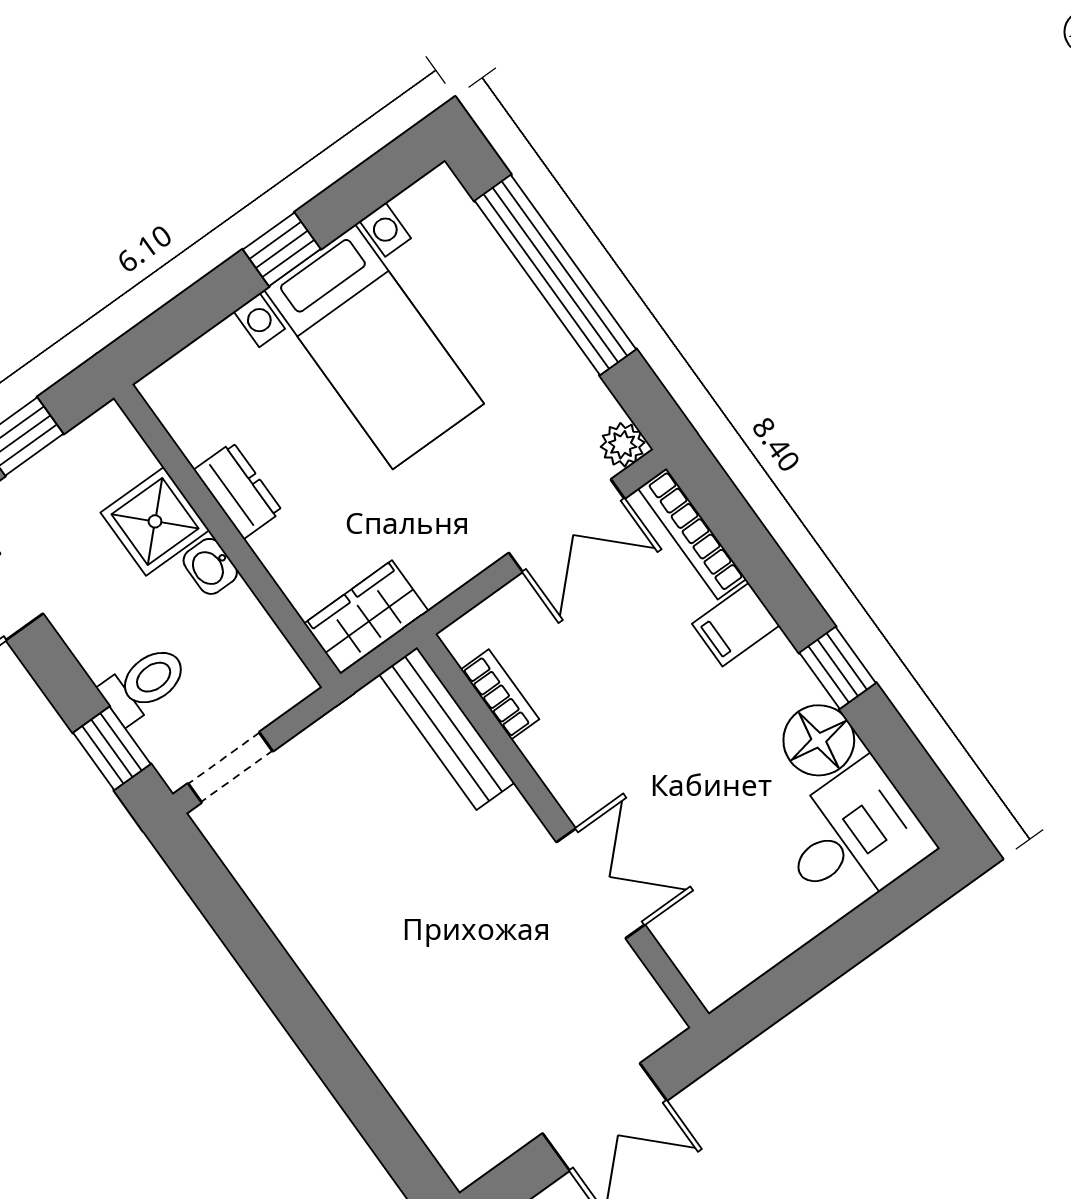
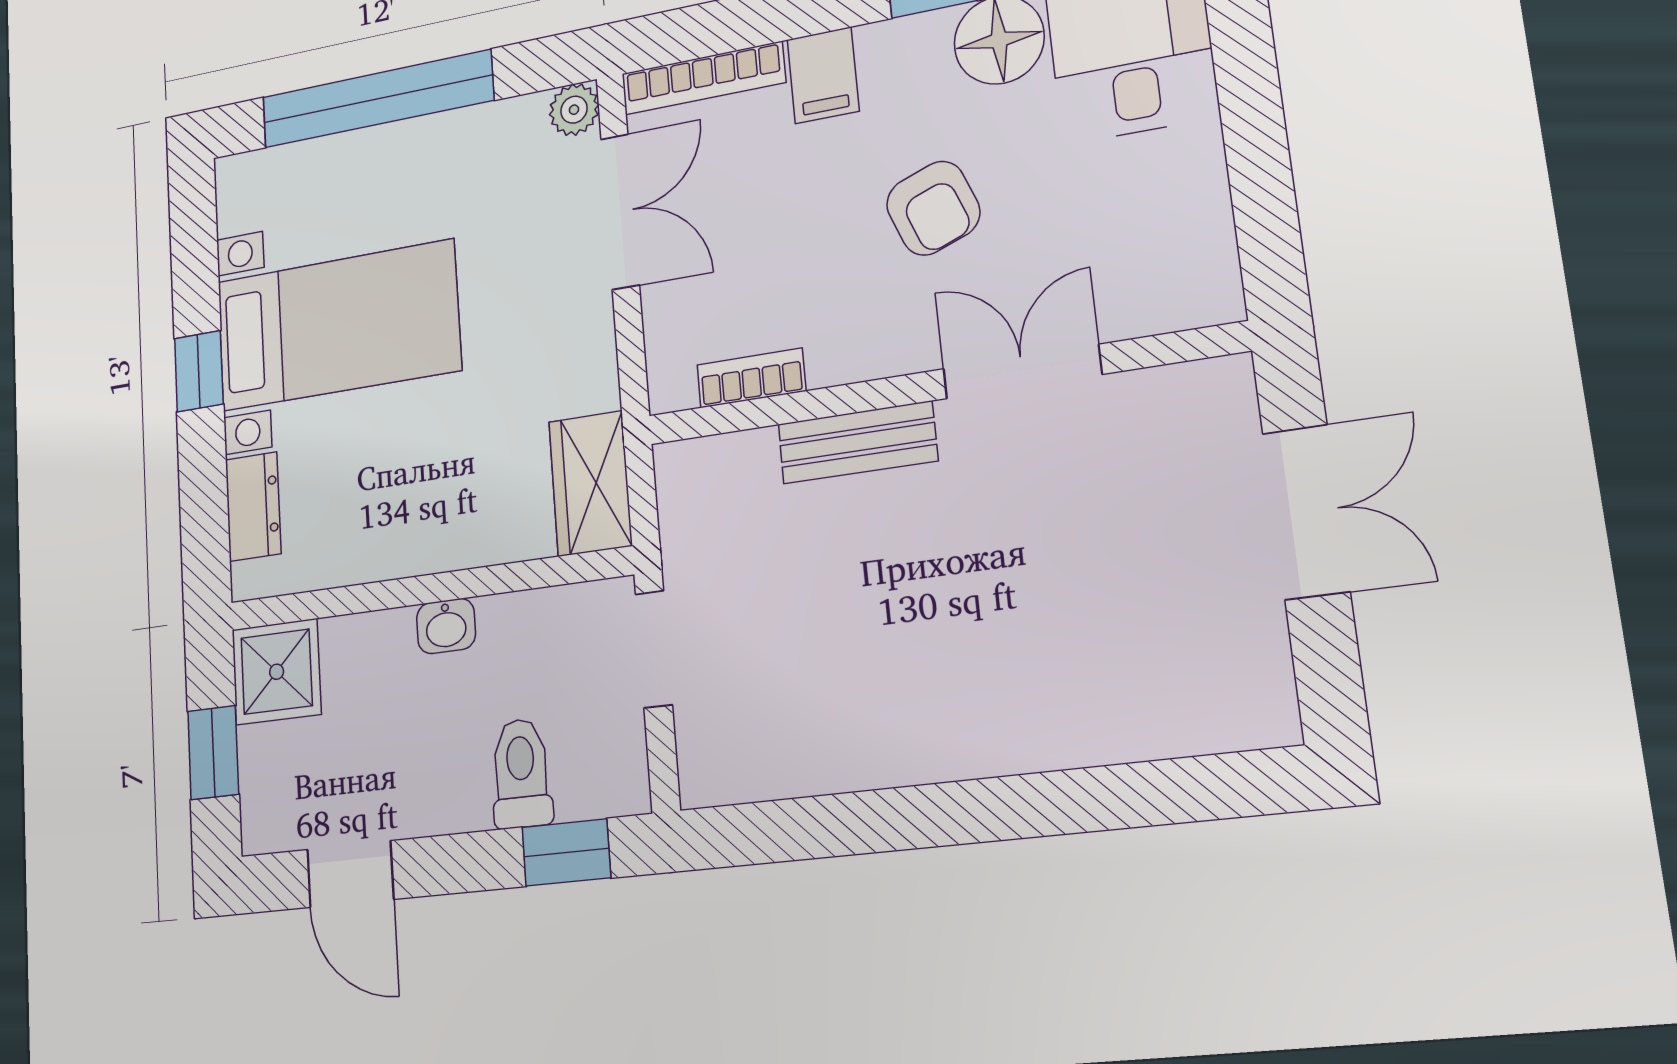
dresser: (238, 490) -> (253, 507), moved, turned 90
shower: (155, 521) -> (277, 672), moved
bench: (447, 729) -> (857, 442), moved, width x0.73
armchair: (681, 759) -> (933, 208), added
doorway: (230, 767) -> (654, 649), moved

